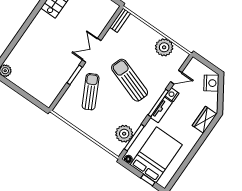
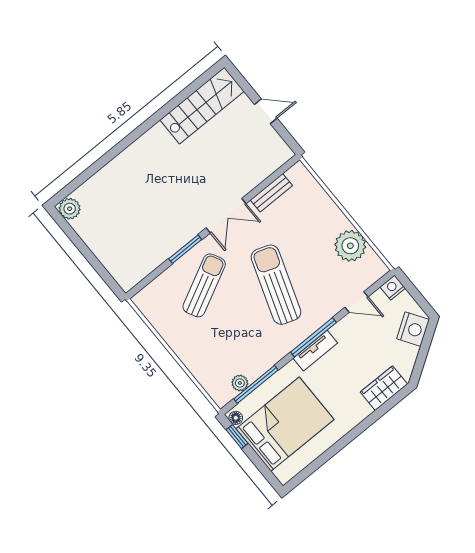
bench: (120, 20) -> (271, 193), moved
double door: (92, 50) -> (226, 216), swing flipped
nightstand: (172, 95) -> (393, 288), moved
plant: (124, 134) -> (240, 383), width x0.53, depth x0.53
window: (148, 180) -> (237, 437), moved

